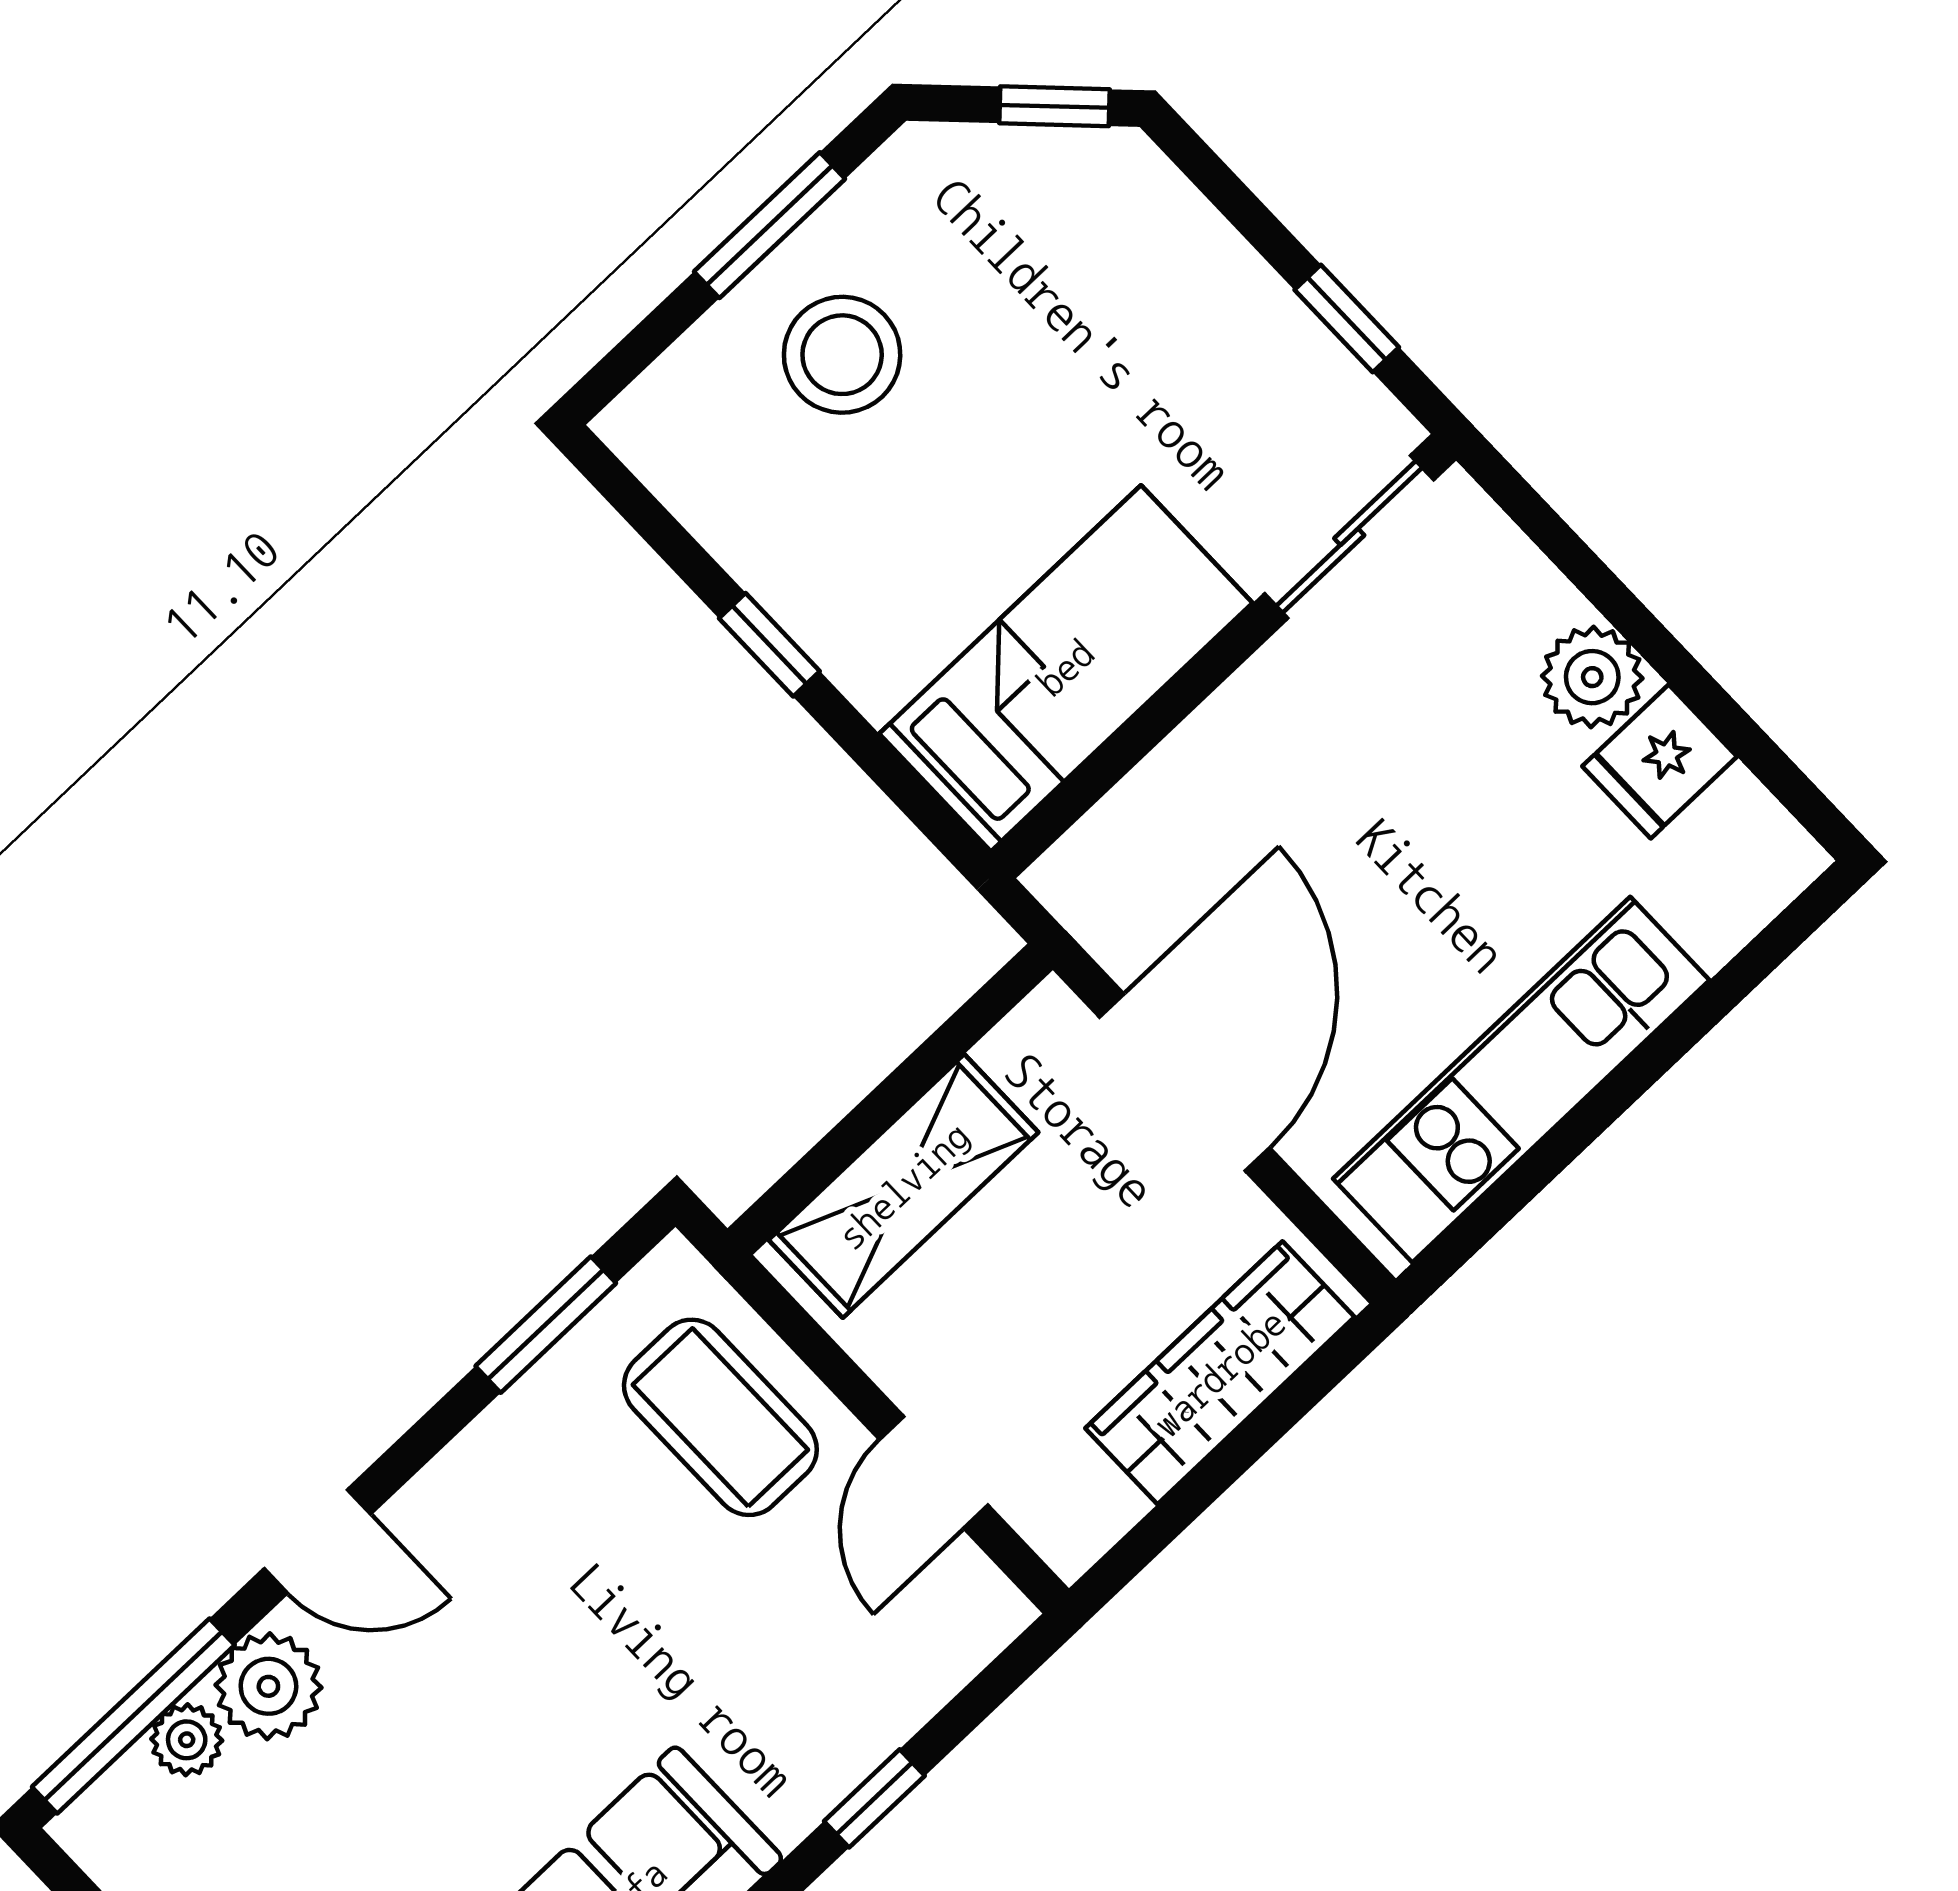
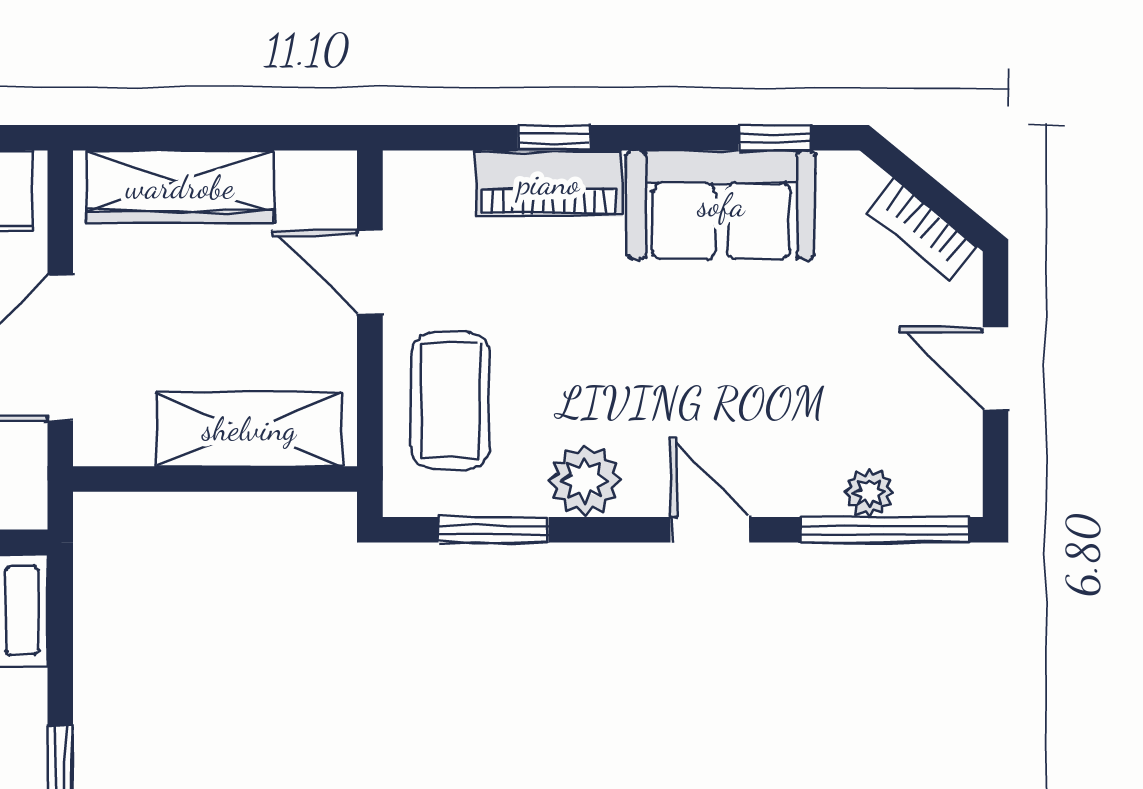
door: (934, 1472) -> (370, 272), swing flipped
plant: (268, 1686) -> (585, 480), moved
piano: (834, 1745) -> (549, 183), added

